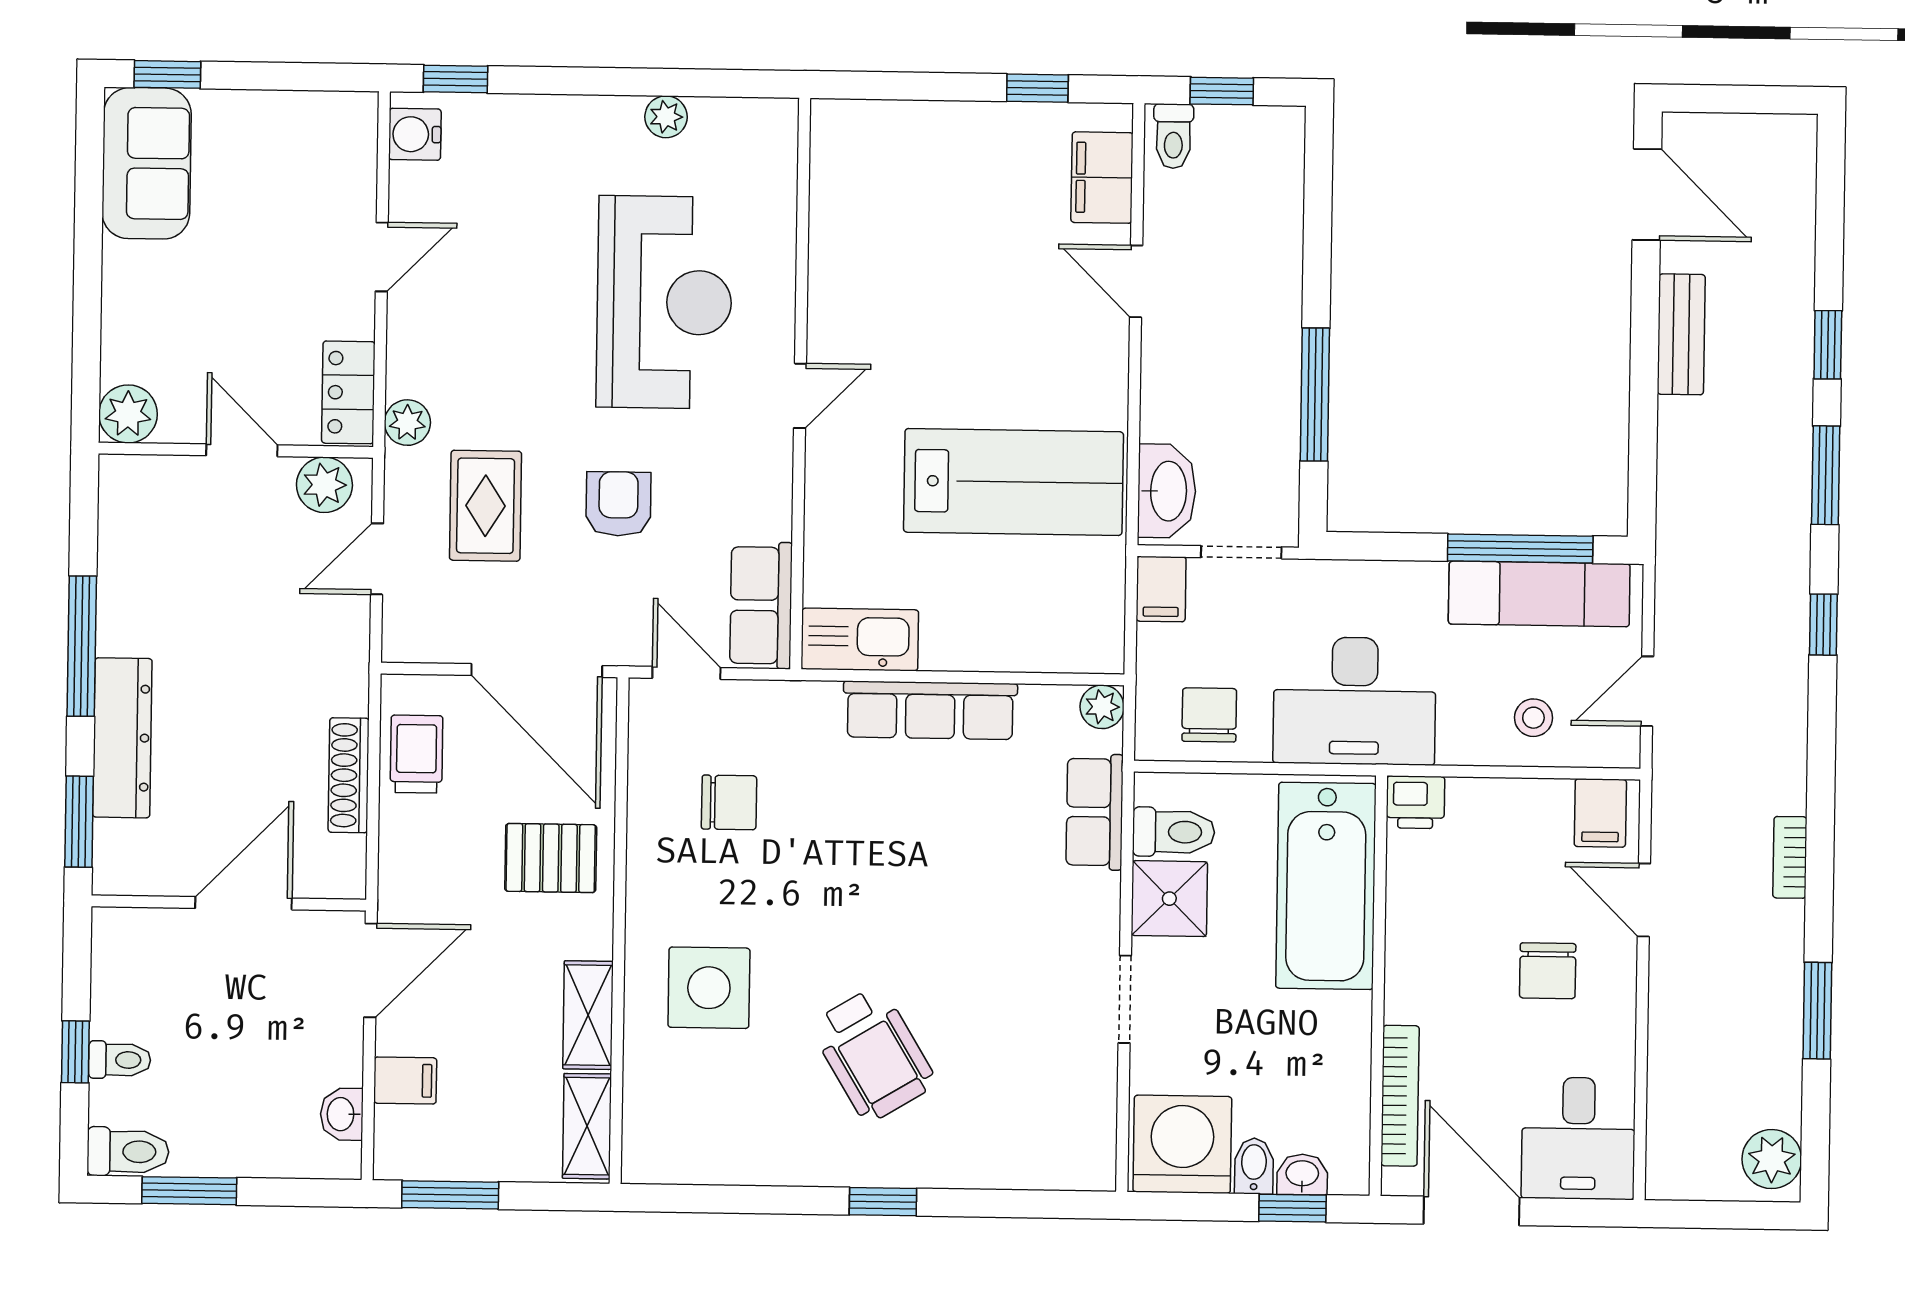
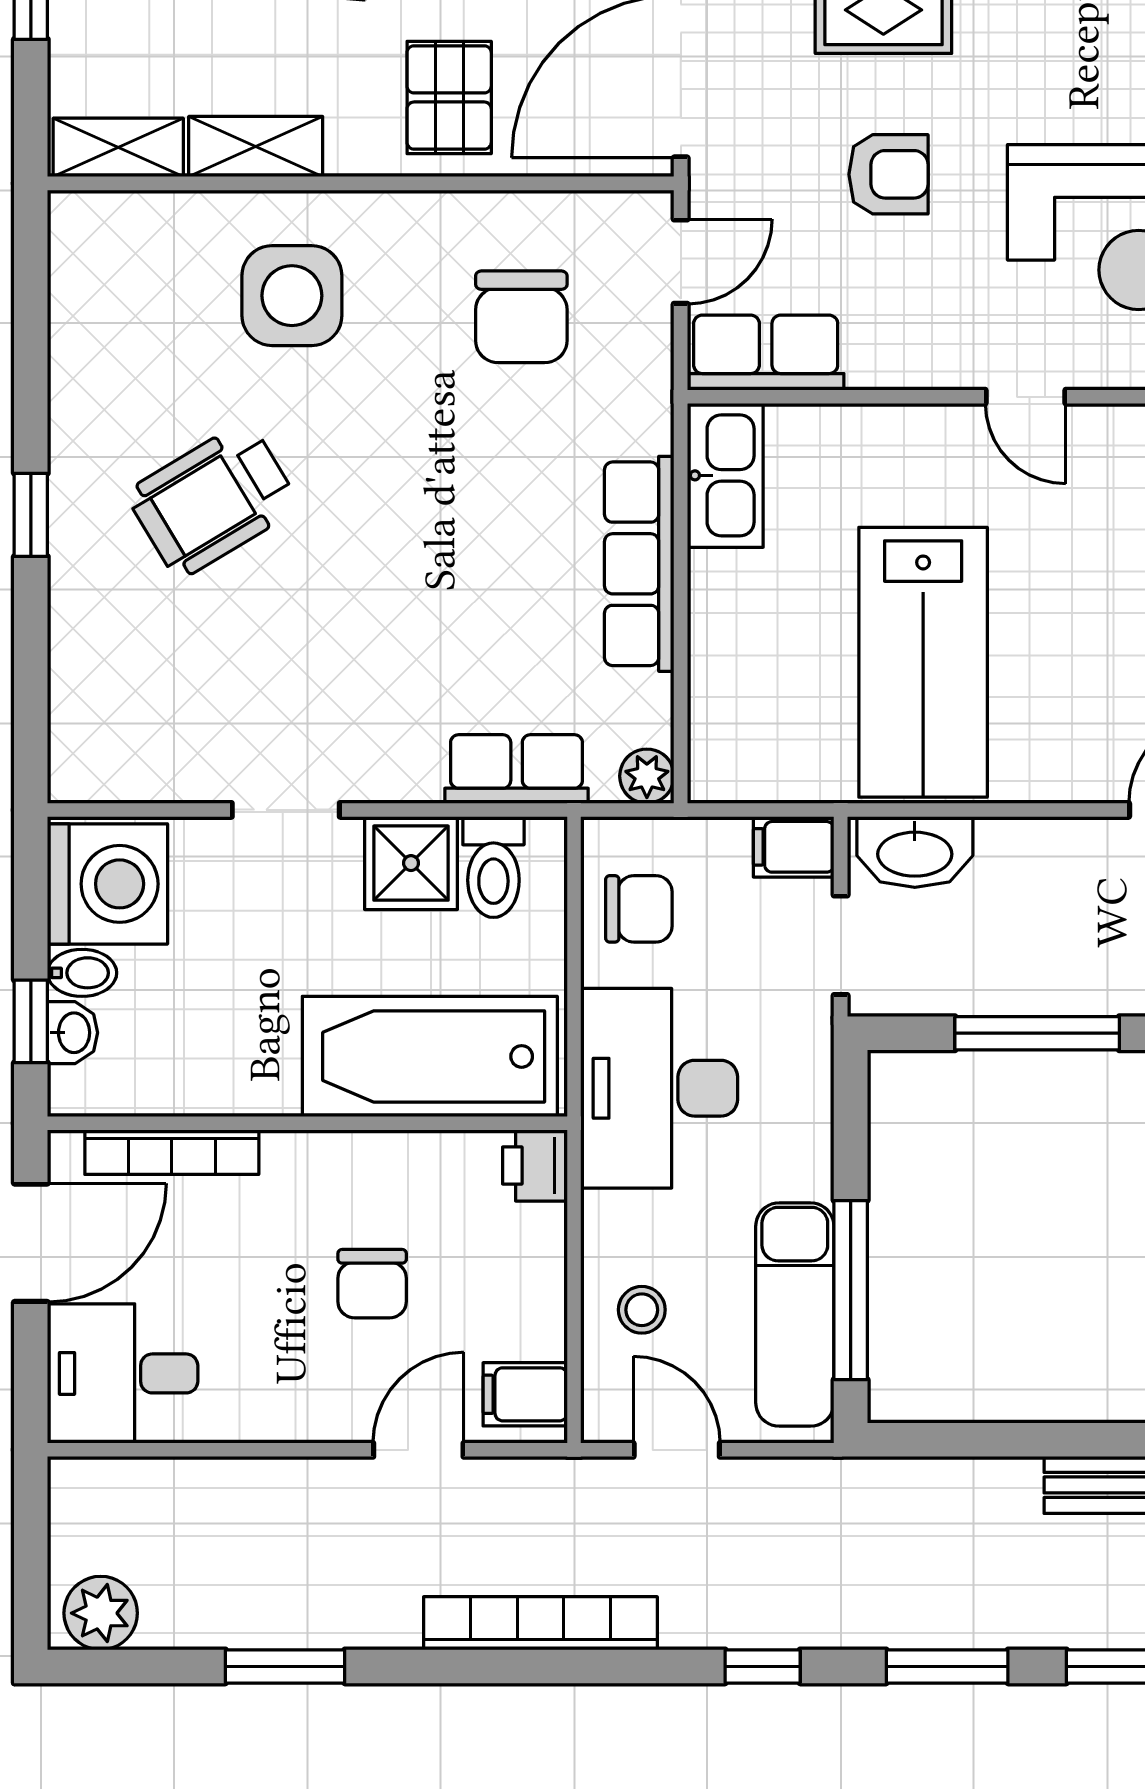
chair: (729, 802) -> (521, 317), width x1.37, depth x1.37
bookcase: (1790, 857) -> (540, 1623), width x2.31, depth x1.31
chair: (1548, 971) -> (372, 1284), moved, turned -90

